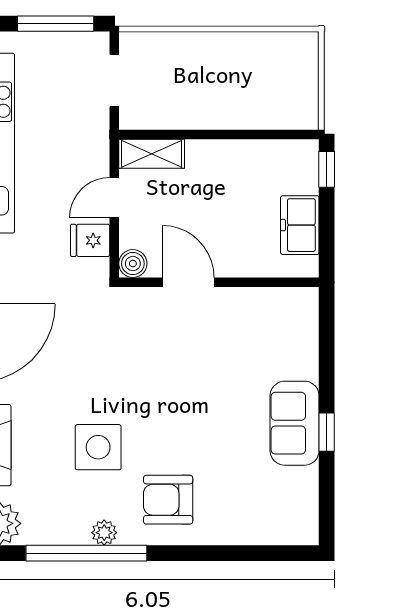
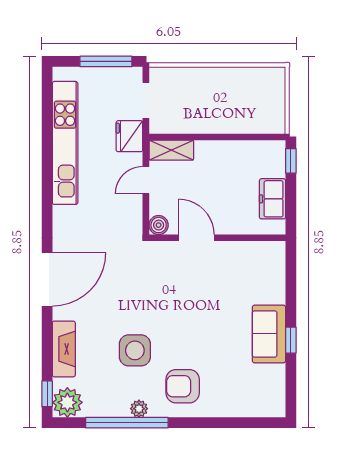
fridge: (90, 240) -> (129, 136), moved, width x1.38

